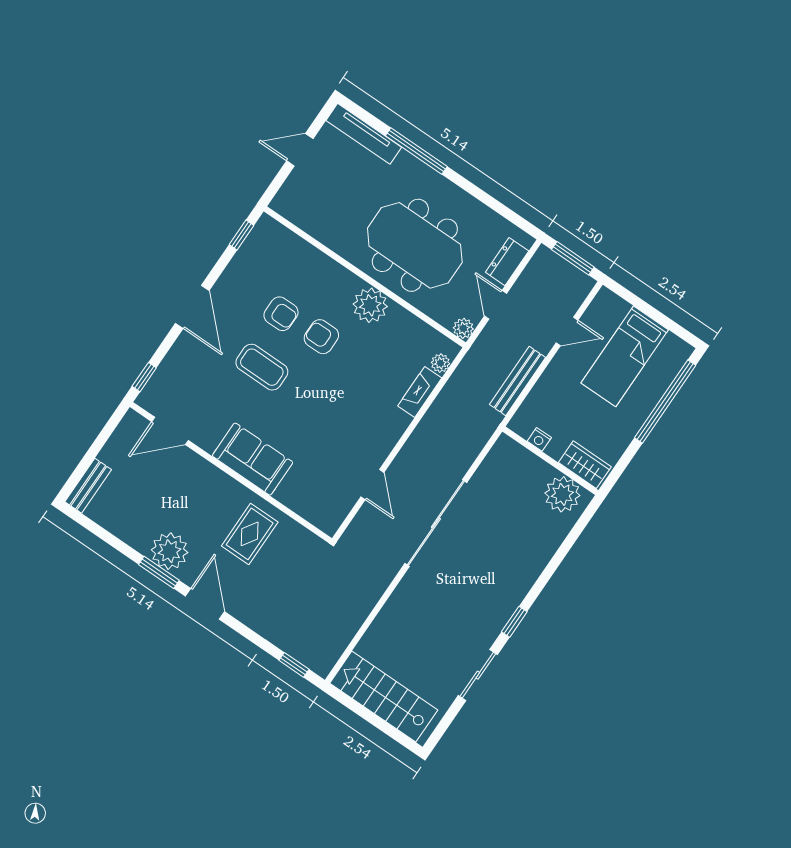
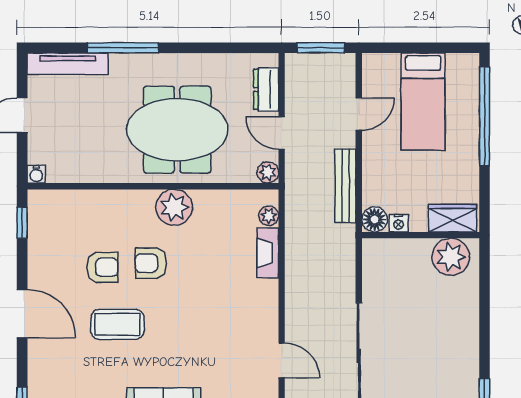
water cooler: (279, 204) -> (36, 174), added
floor lamp: (522, 423) -> (375, 219), added

